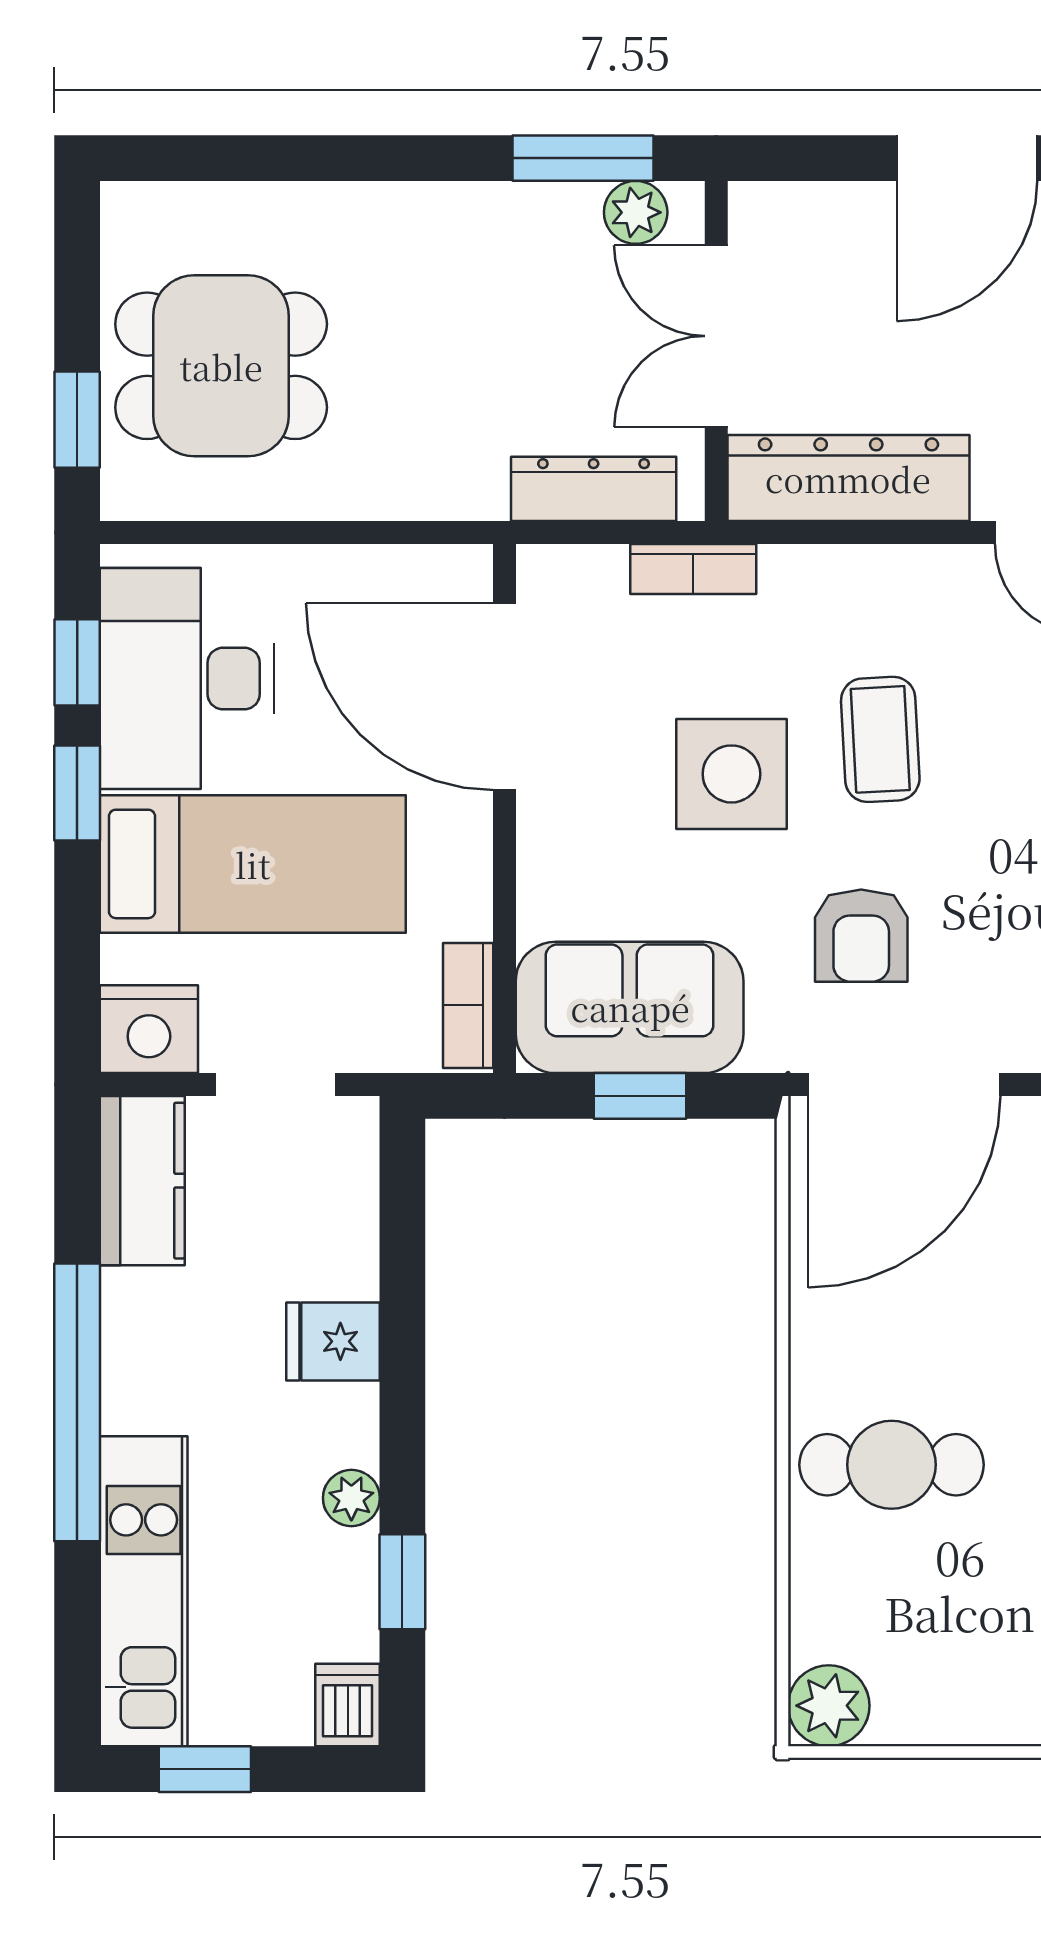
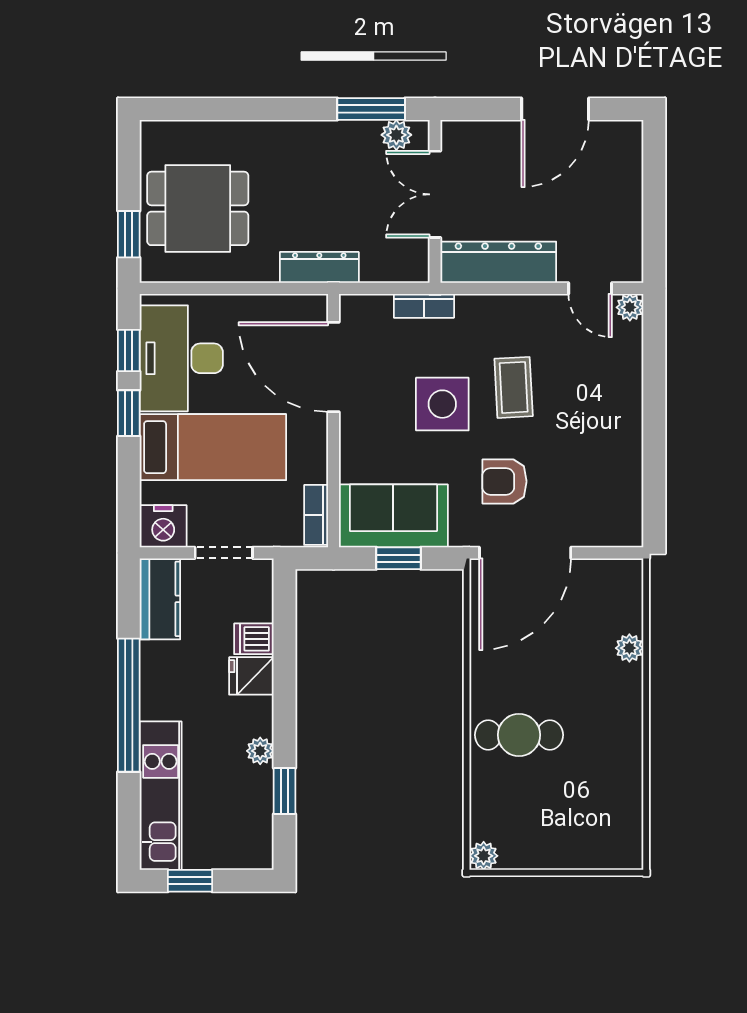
dresser: (594, 489) -> (319, 267), moved
armchair: (861, 936) -> (504, 481), turned 90
dishwasher: (348, 1705) -> (254, 639), moved, turned -90
plant: (829, 1706) -> (484, 856), width x0.73, depth x0.73

